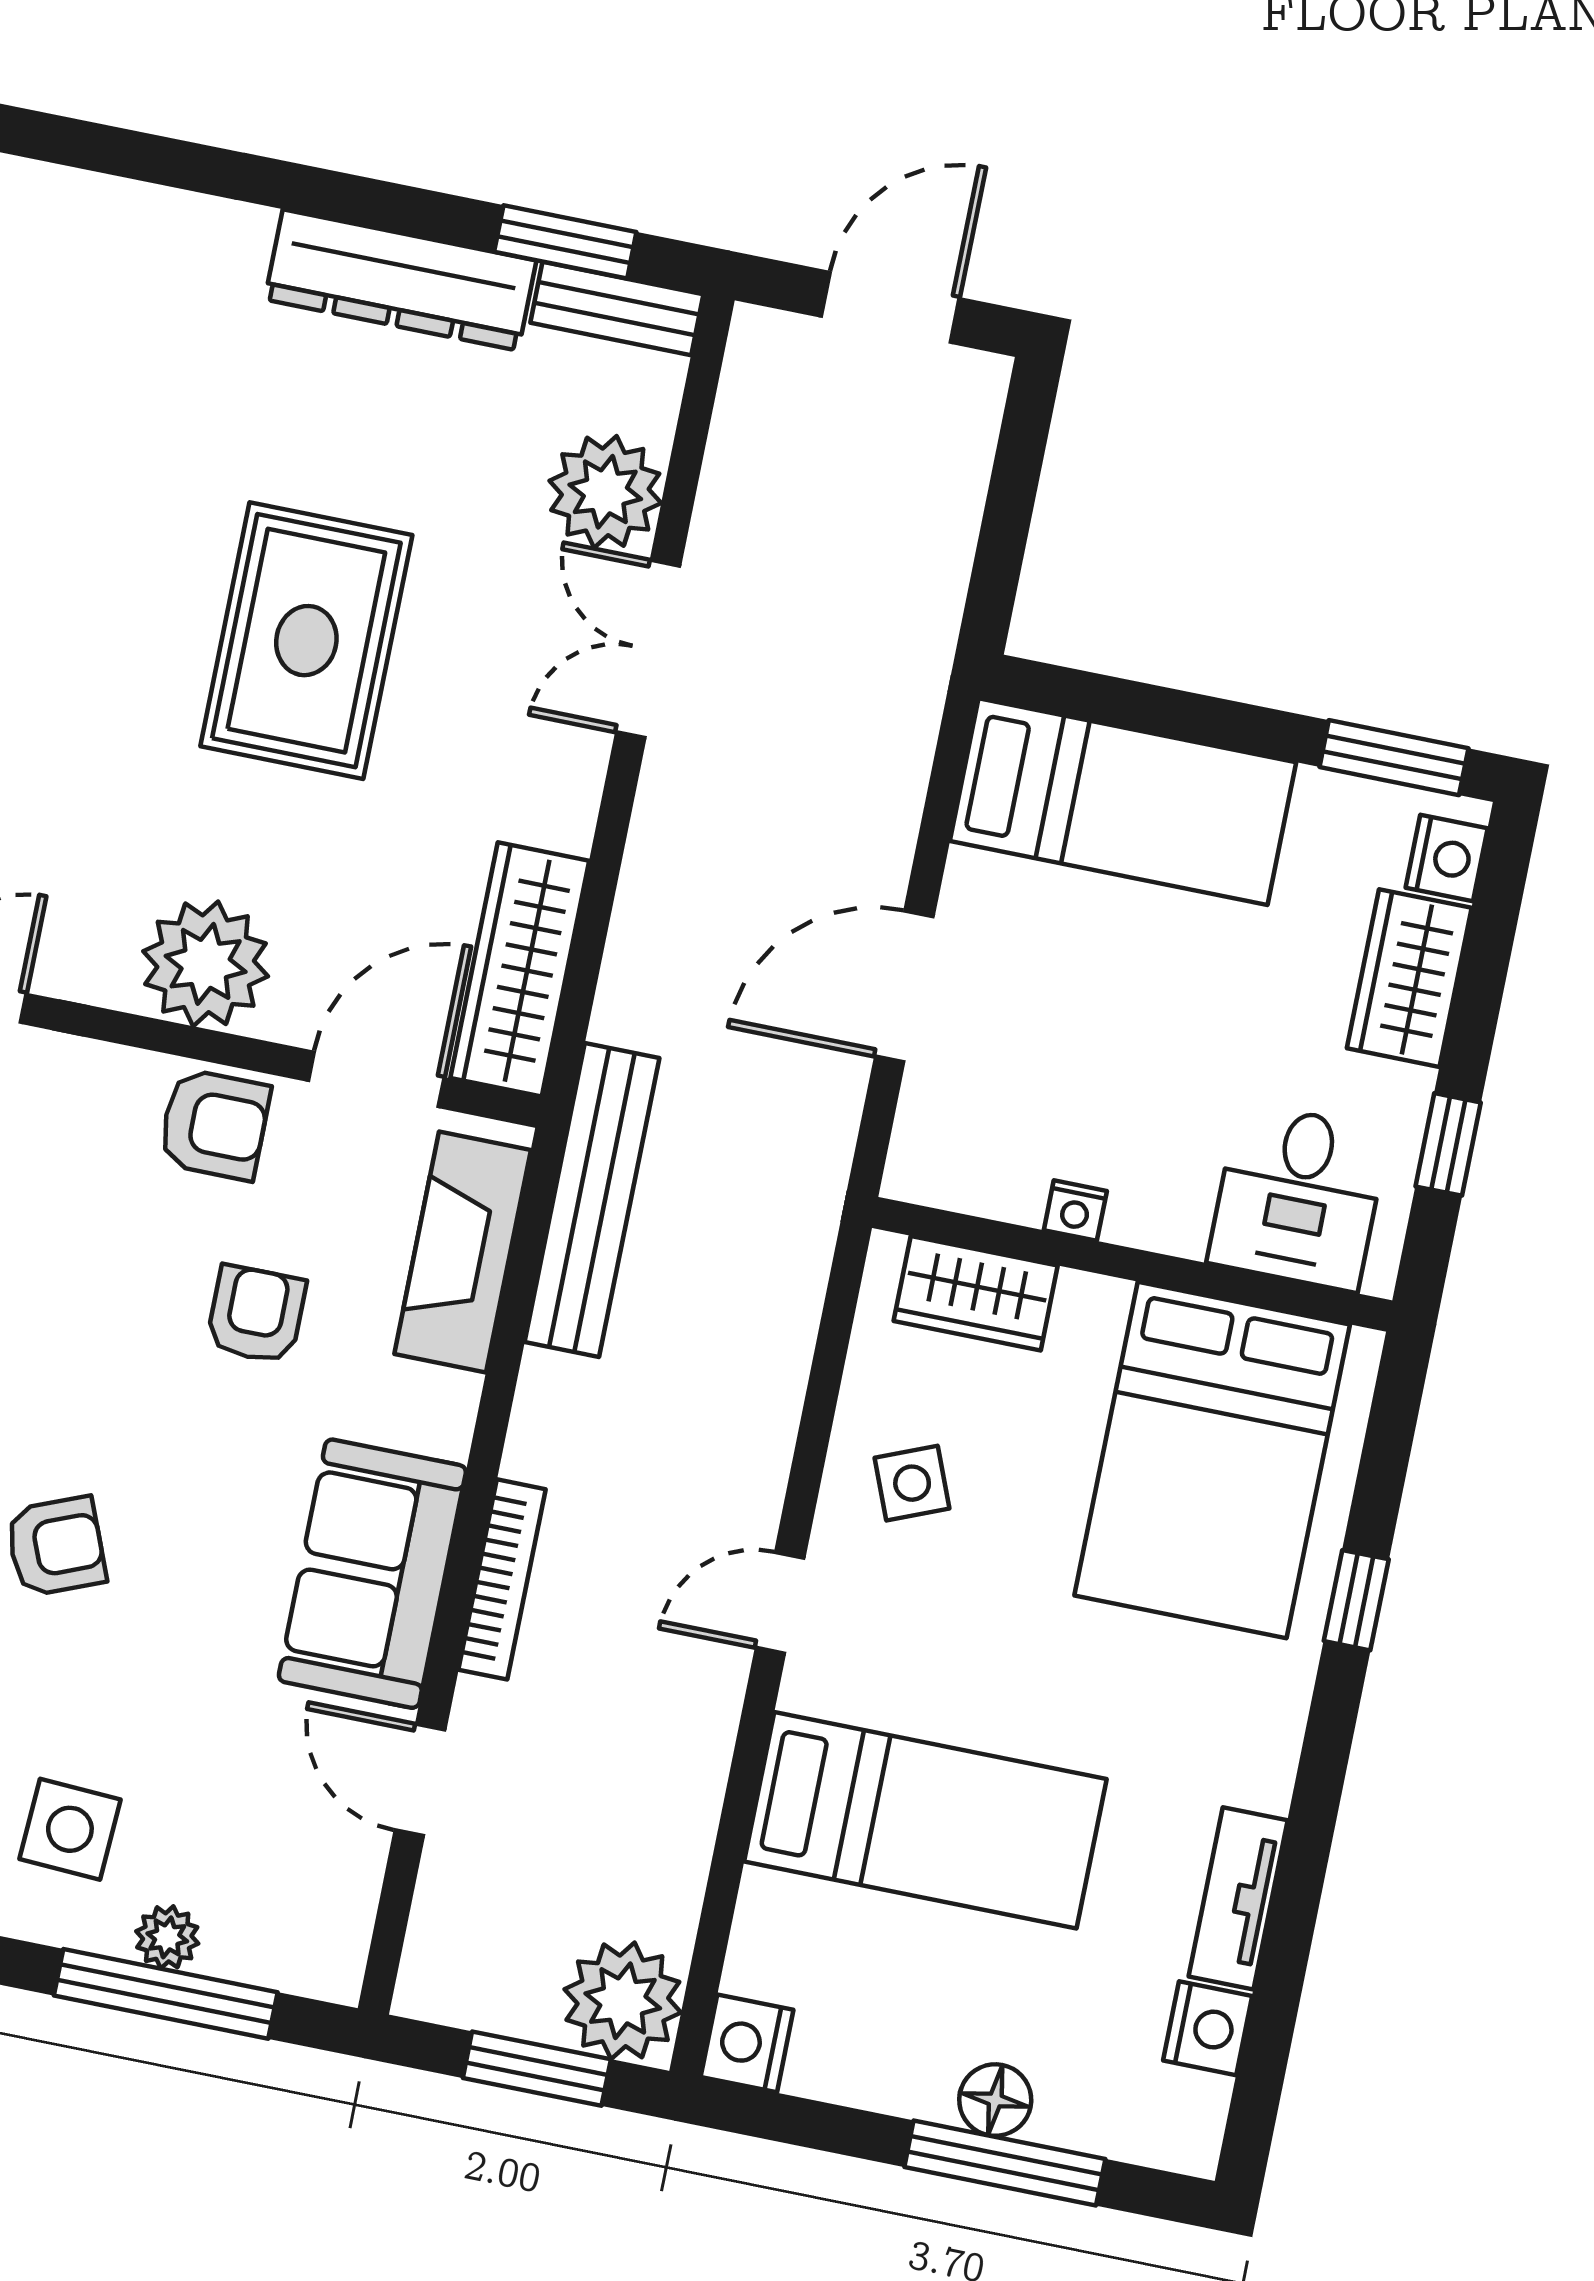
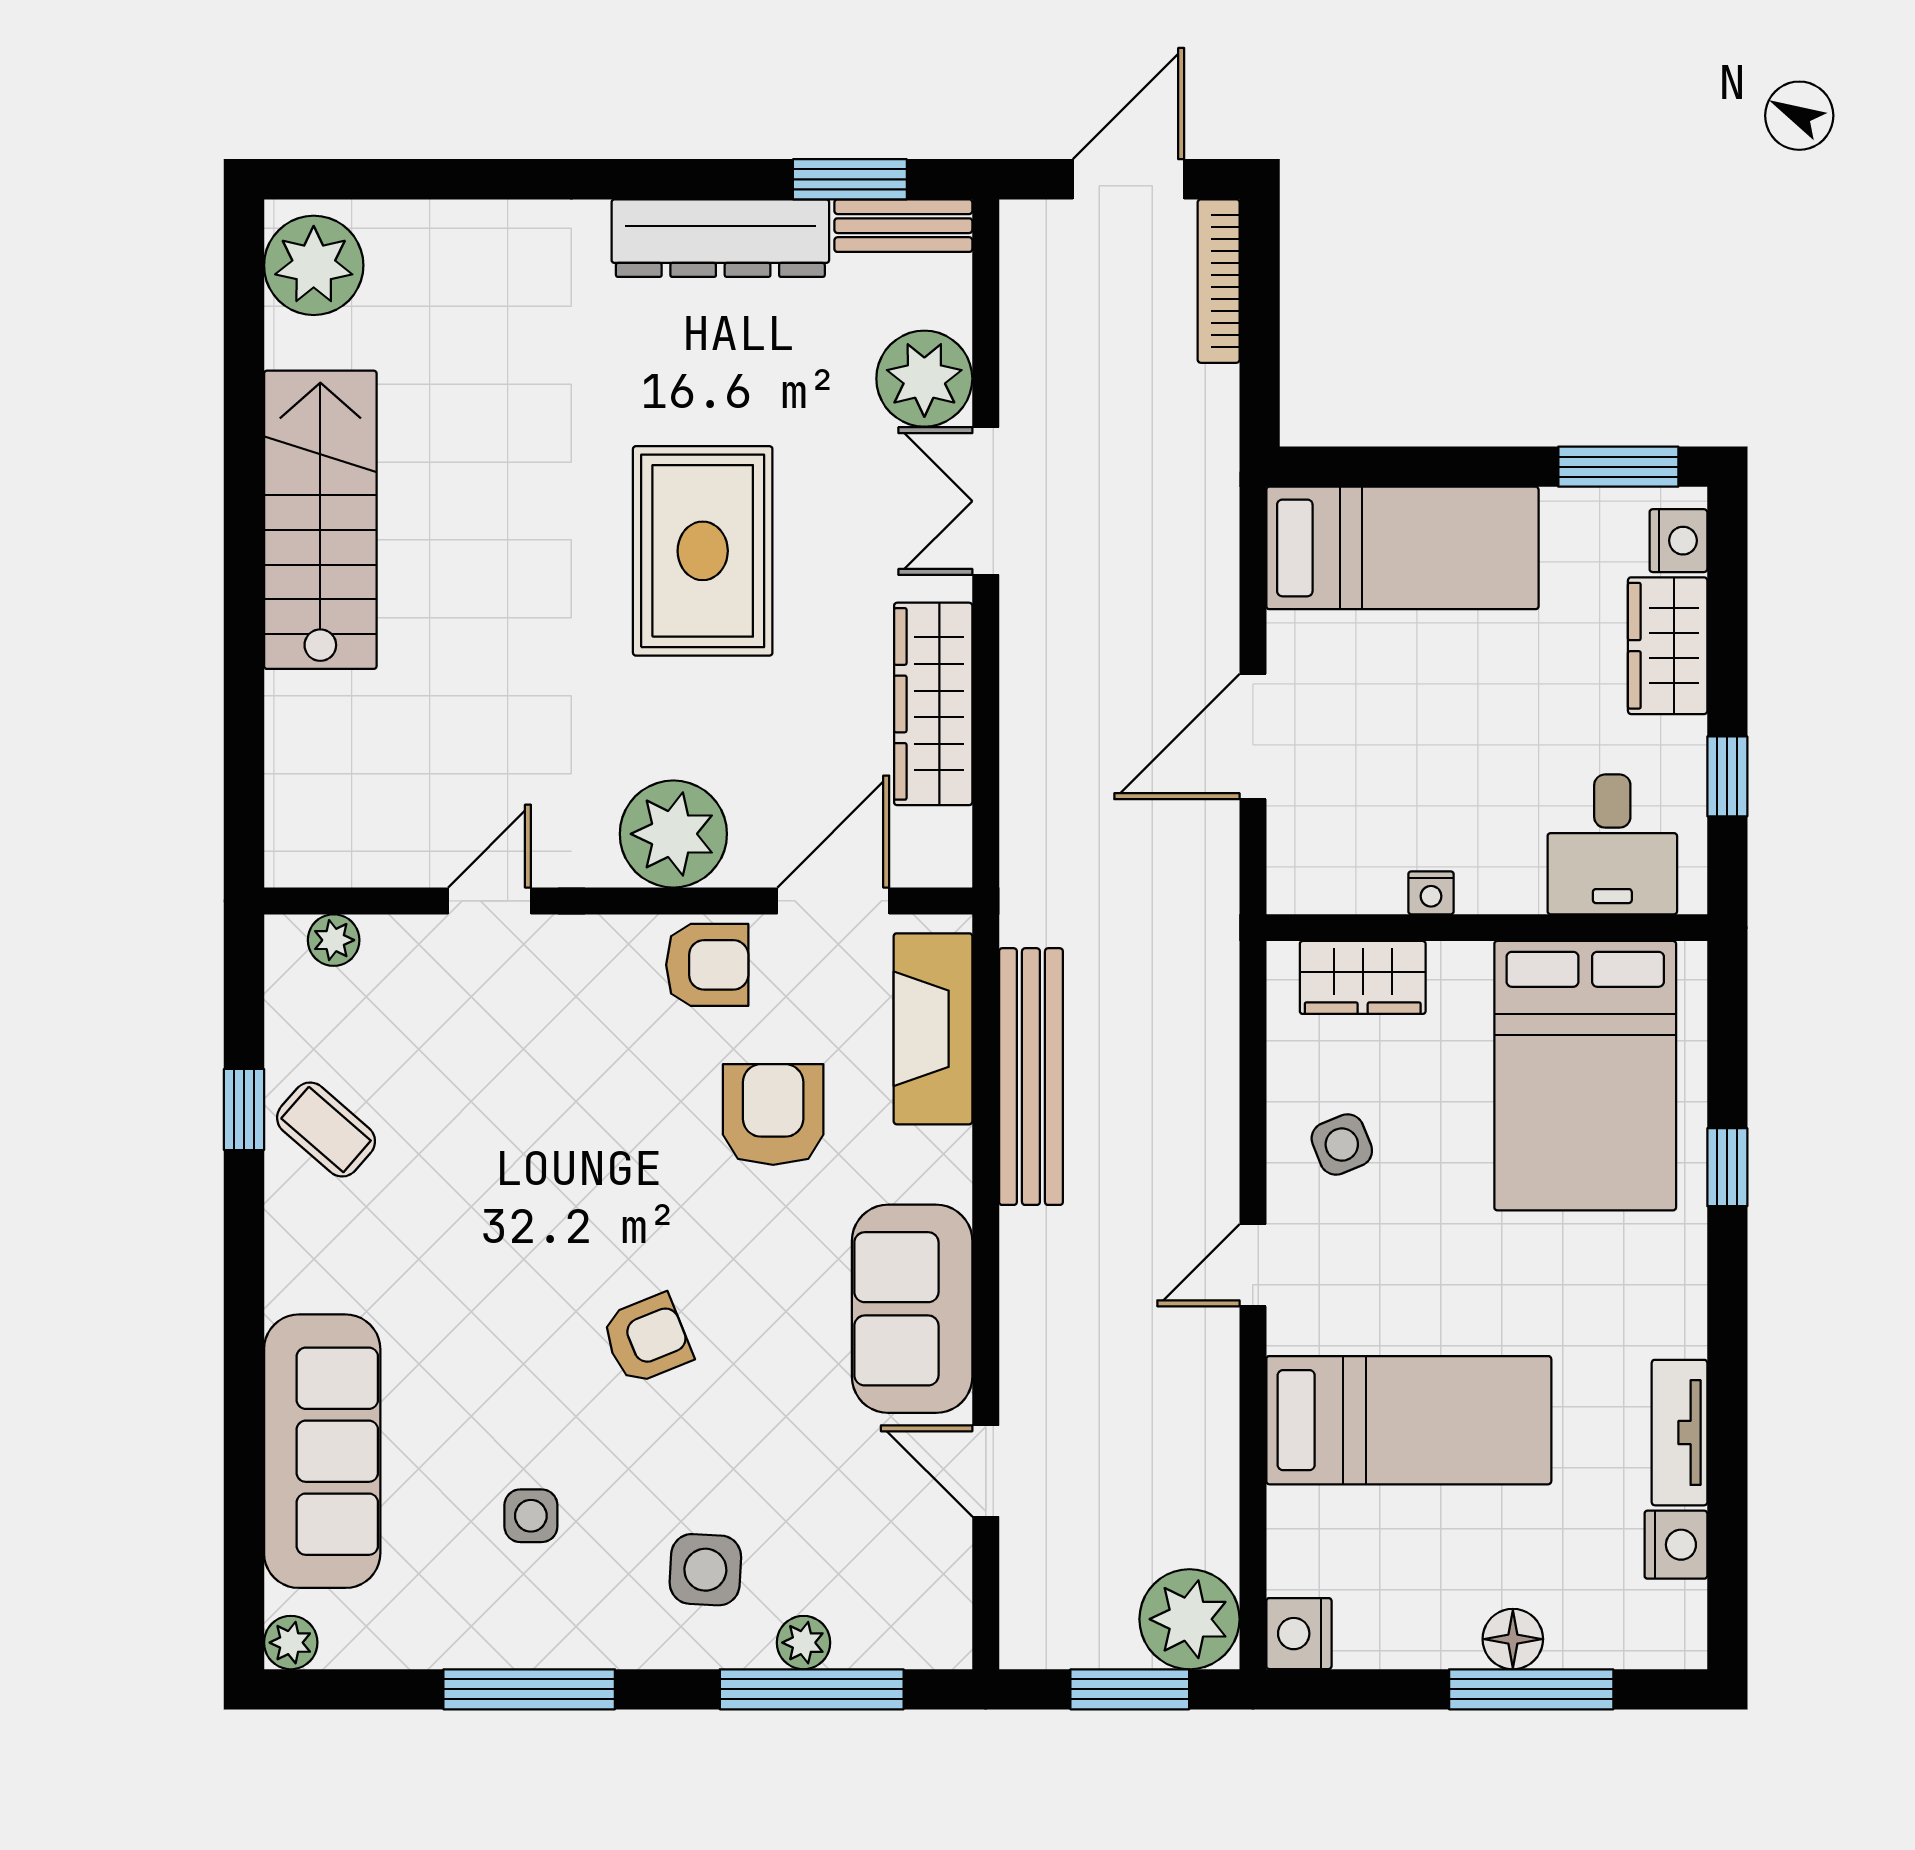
wardrobe: (520, 969) -> (933, 704), moved
bench: (592, 1200) -> (1031, 1077), moved
armchair: (256, 1314) -> (773, 1115), width x1.38, depth x1.38
bookcase: (502, 1579) -> (1219, 281), moved, turned 180

